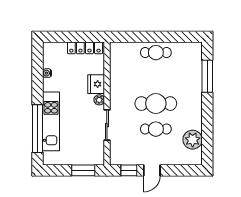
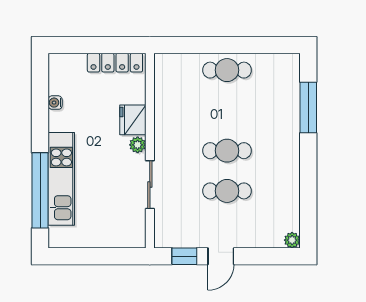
cafe table: (156, 104) -> (227, 151), width x0.73, depth x0.74
plant: (193, 140) -> (292, 240), moved, width x0.53, depth x0.53
window: (83, 170) -> (112, 256), removed

